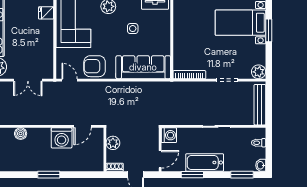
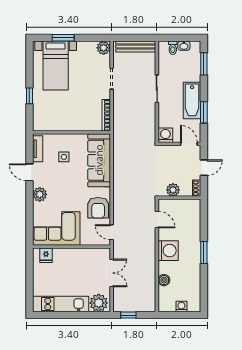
side table: (133, 29) -> (64, 157), moved
door: (69, 80) -> (112, 232), hinge flipped
washing machine: (62, 138) -> (168, 251), moved
washbasin: (261, 165) -> (184, 46), moved

